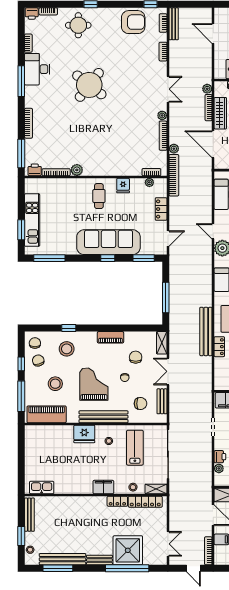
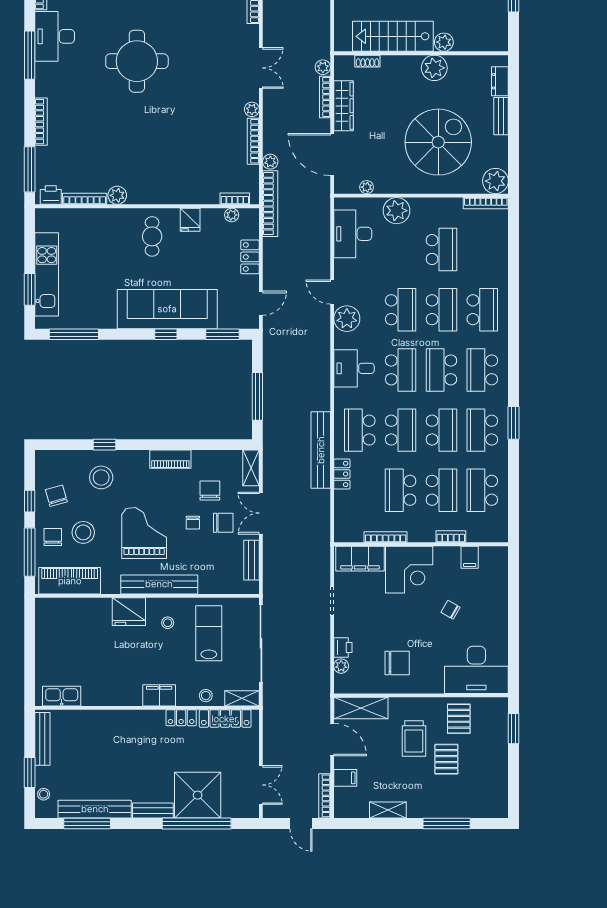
round table: (89, 85) -> (137, 61), turned -38
chair: (35, 343) -> (53, 537), moved
chair: (140, 404) -> (223, 523), moved

